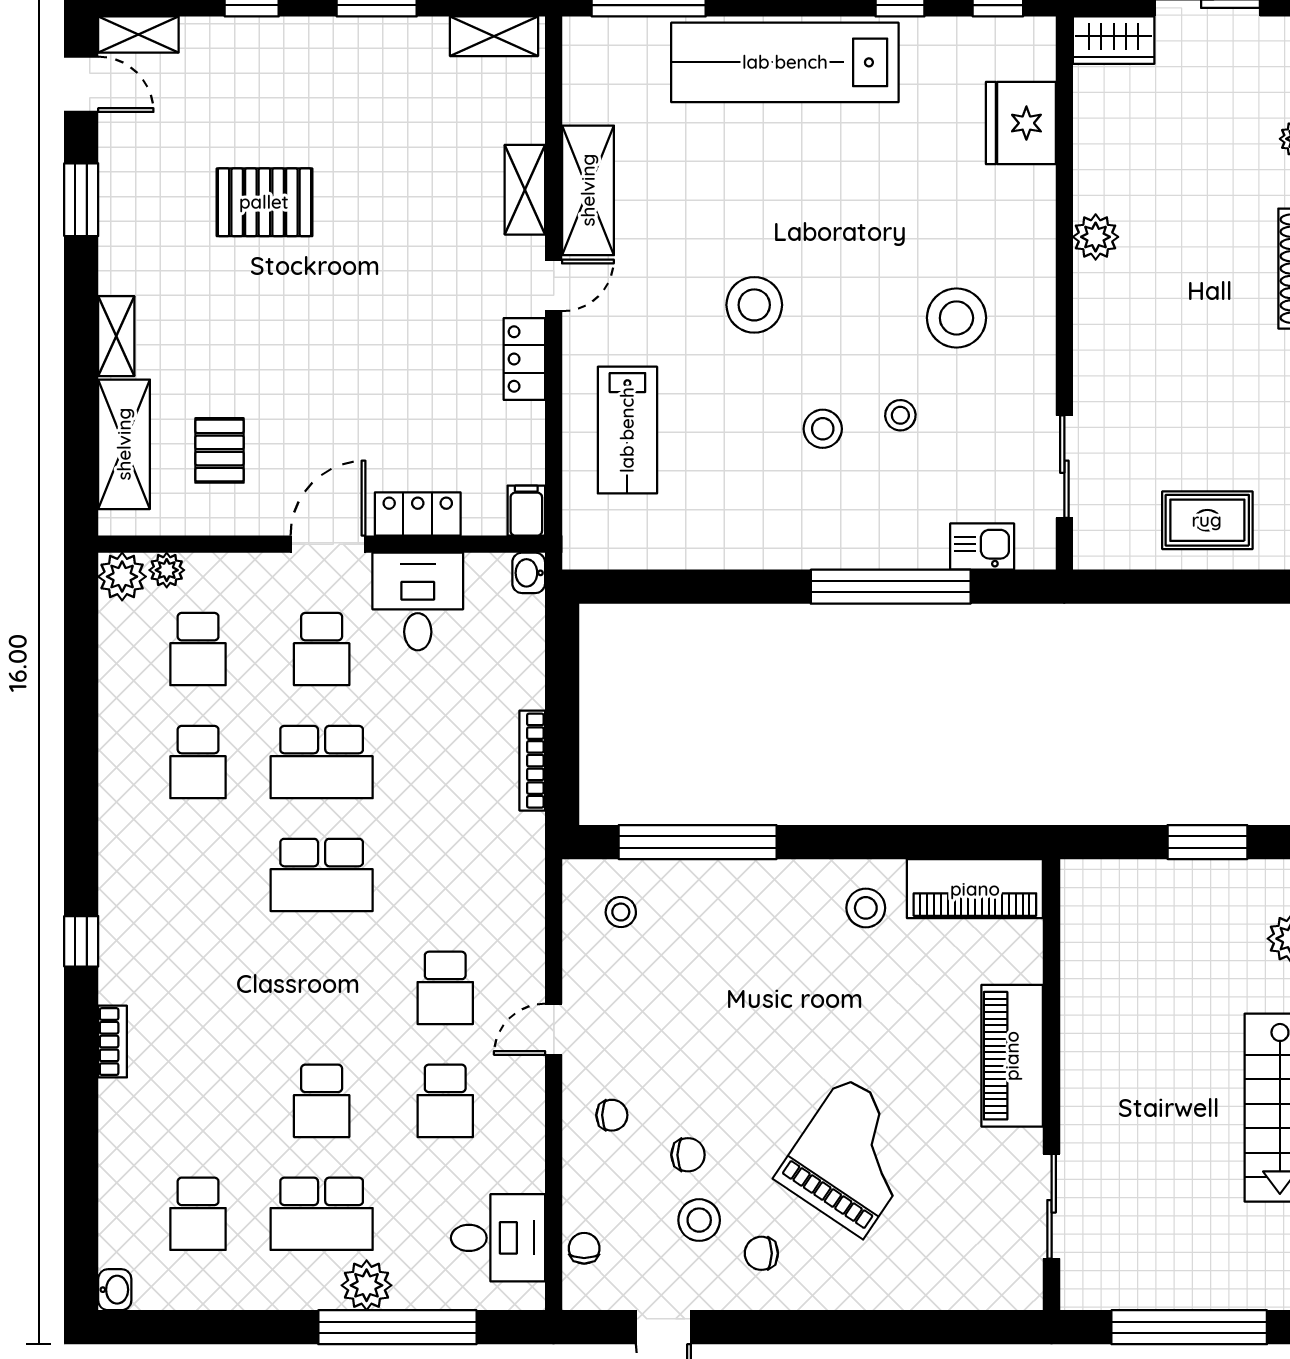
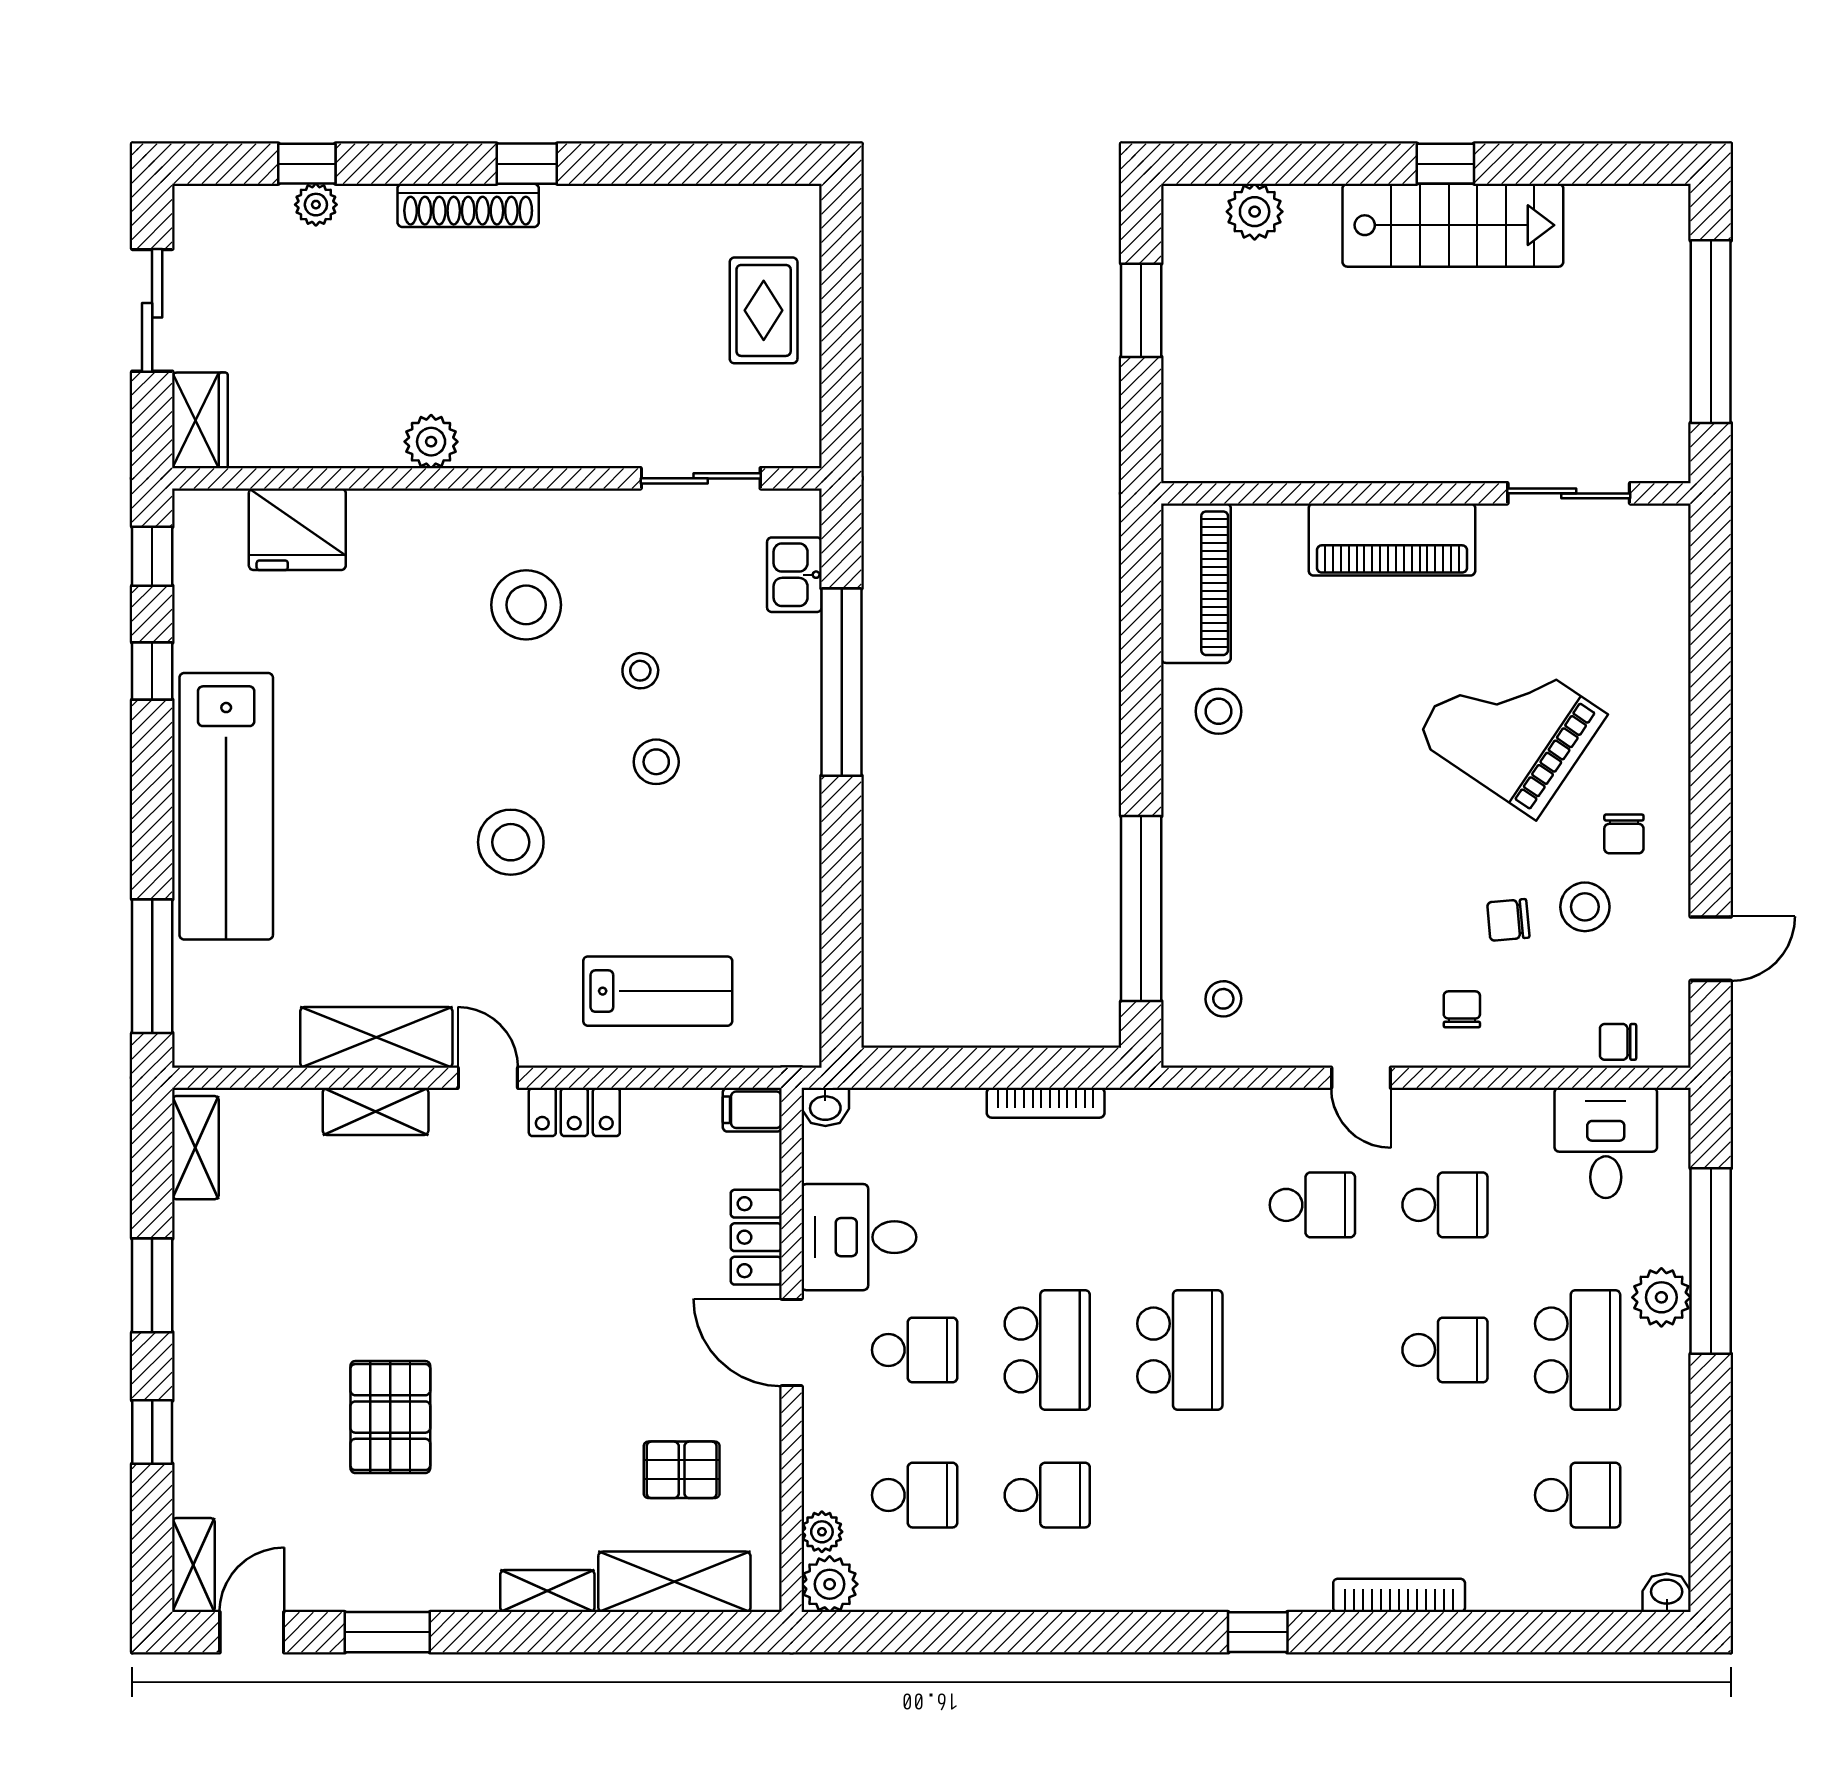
bookcase: (113, 1042) -> (1399, 1595), width x1.56
chair: (688, 1155) -> (1508, 920), turned -95

